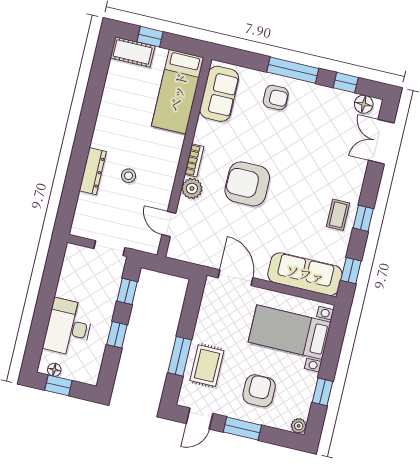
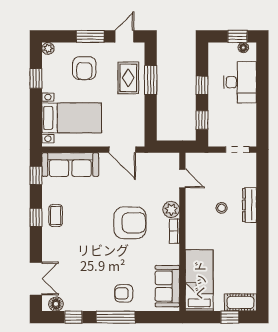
doorway: (109, 248) -> (237, 150), moved

